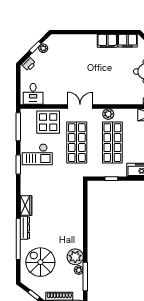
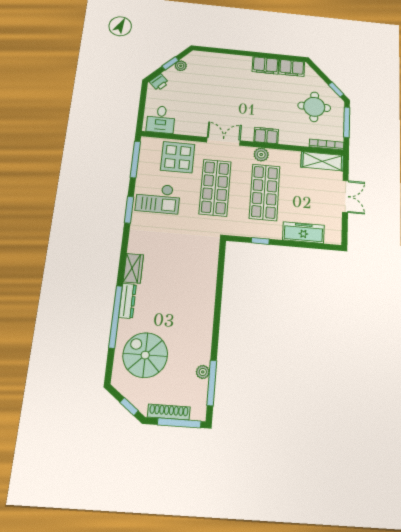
filing cabinet: (111, 99) -> (266, 135), added
plant: (75, 257) -> (199, 351), removed

